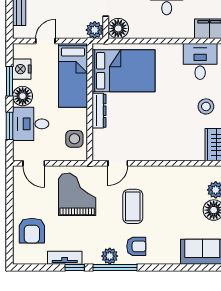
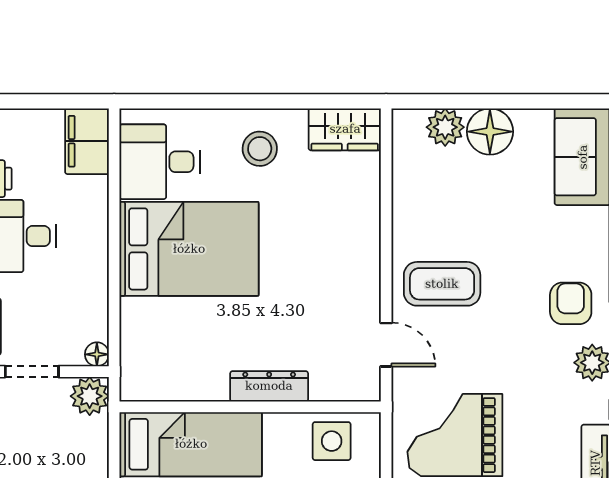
floor lamp: (118, 28) -> (97, 354), width x0.53, depth x0.53
bed: (123, 71) -> (189, 249), moved, turned 90
coffee table: (133, 206) -> (442, 284), moved

